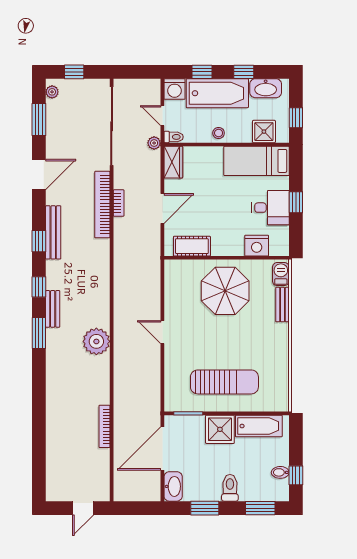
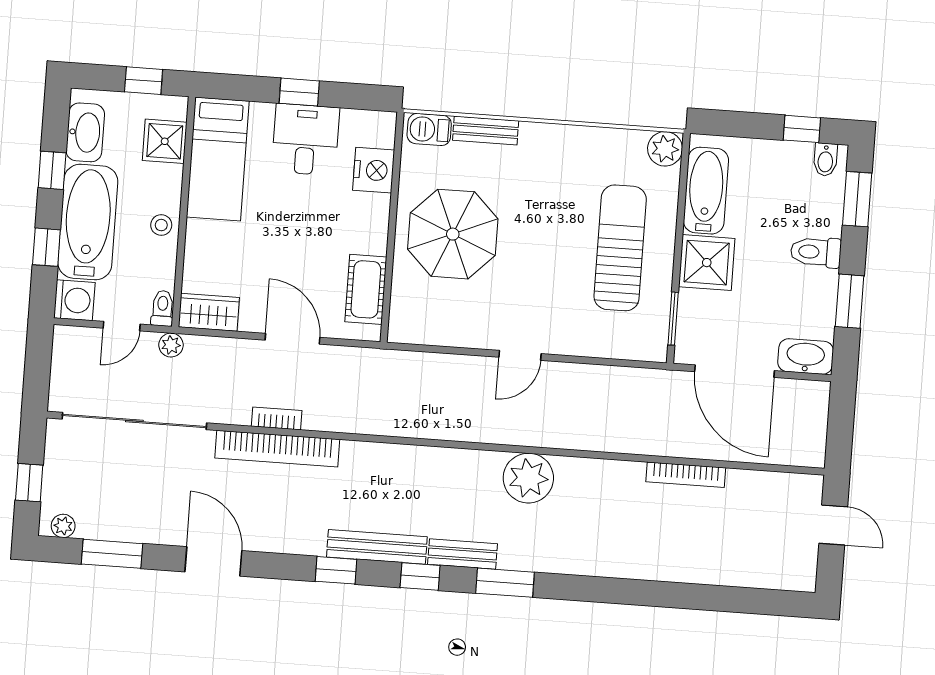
bench: (53, 232) -> (377, 547), moved
plant: (280, 402) -> (665, 149), added
bidet: (280, 472) -> (825, 160), moved

